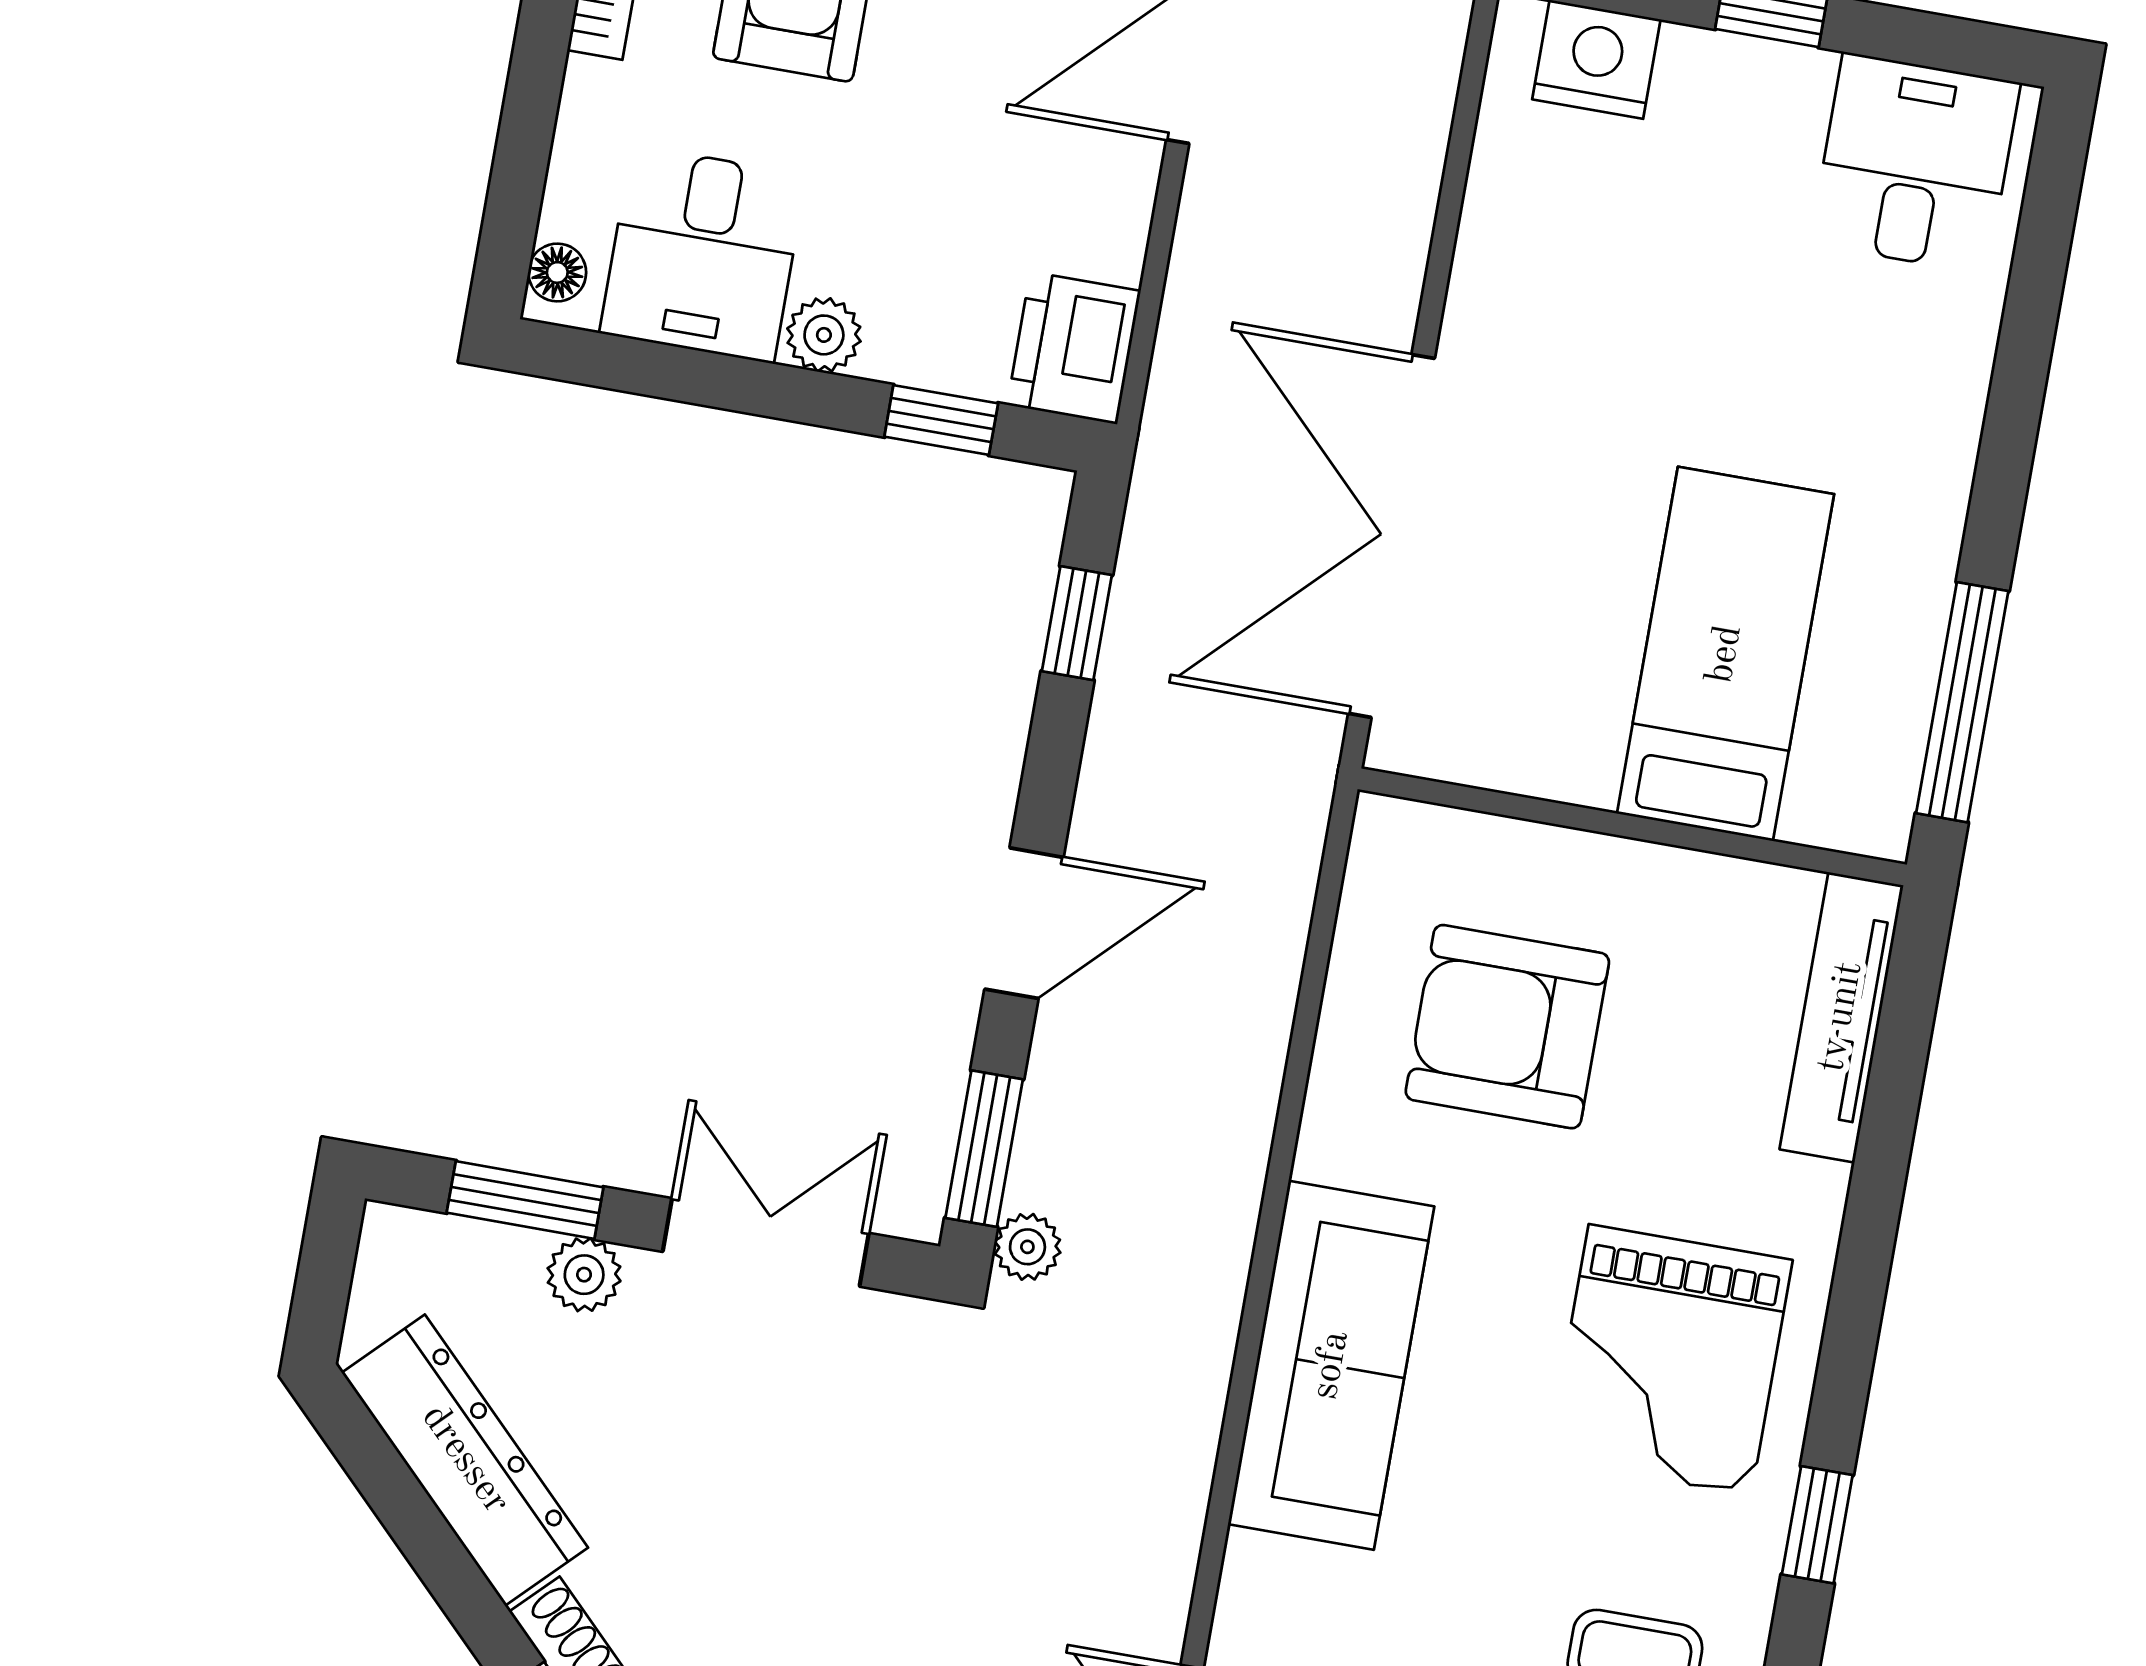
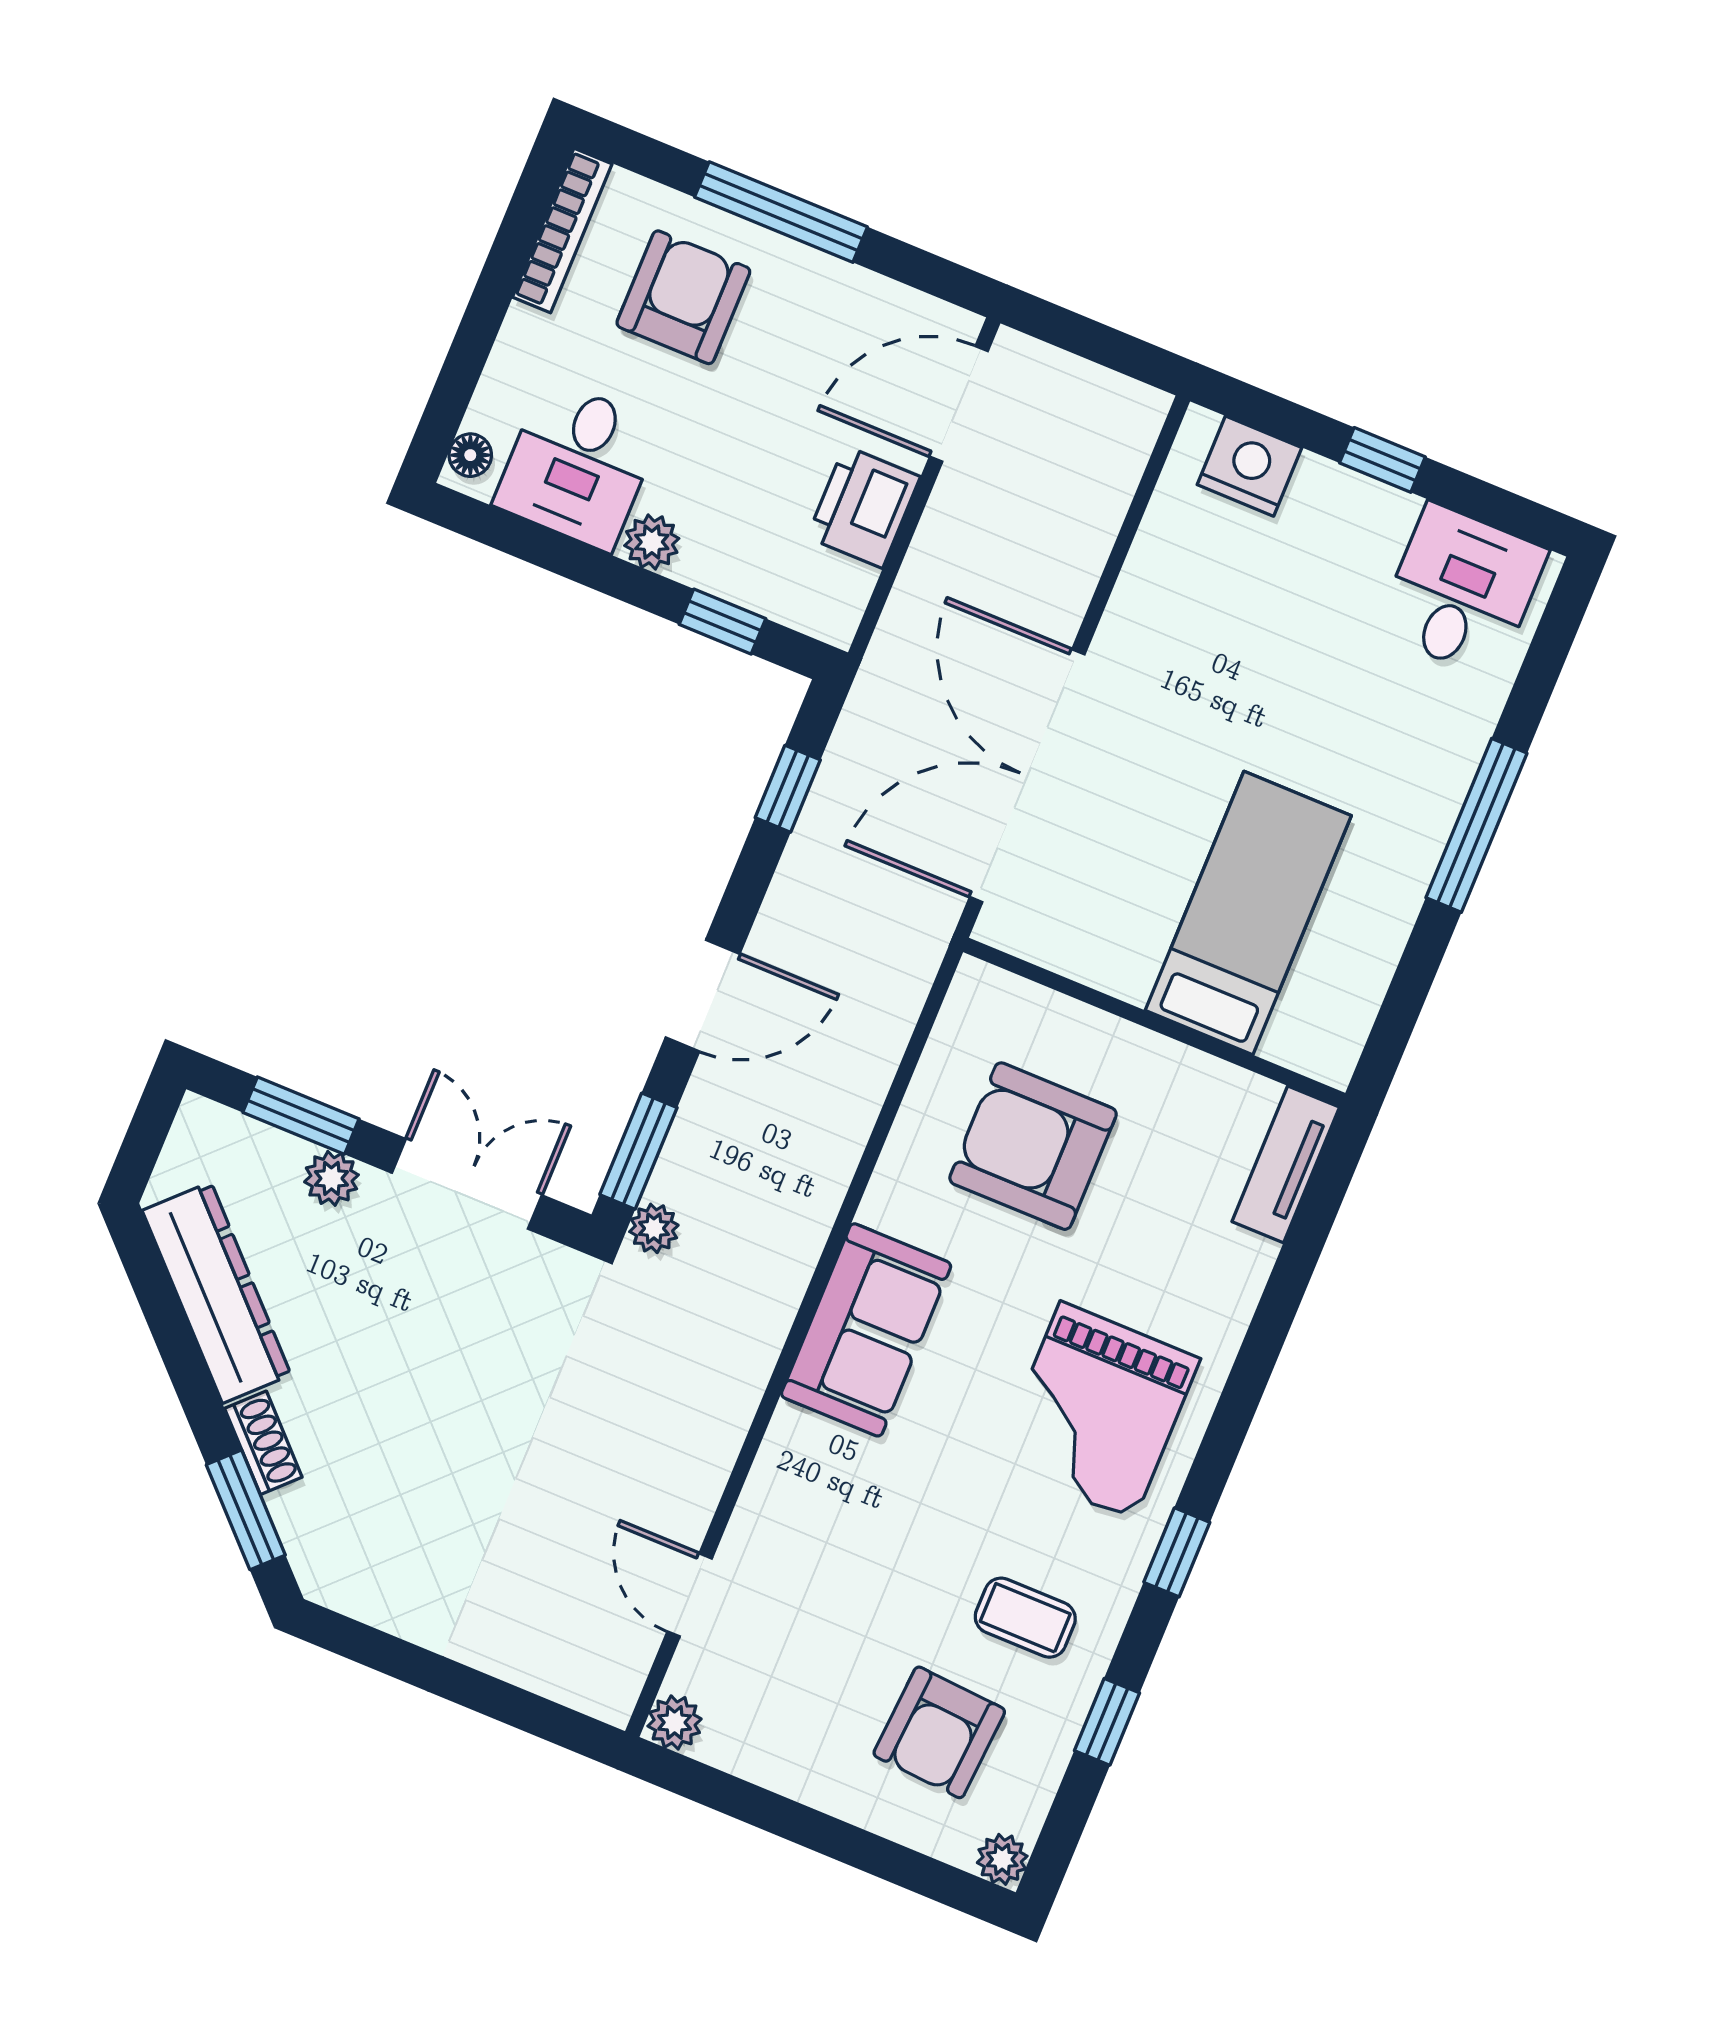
printer: (1074, 348) -> (864, 507), moved
window: (1962, 702) -> (1476, 825), moved
tv unit: (1841, 1017) -> (1286, 1164), width x0.71
sofa: (1331, 1365) -> (866, 1330), width x0.73

